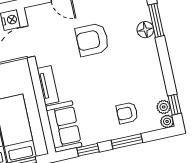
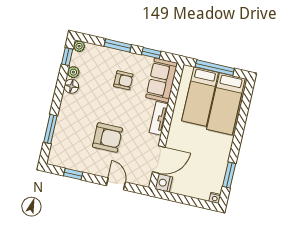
floor lamp: (145, 30) -> (71, 86), moved
plant: (164, 107) -> (73, 72), moved
armchair: (127, 113) -> (123, 80), moved

